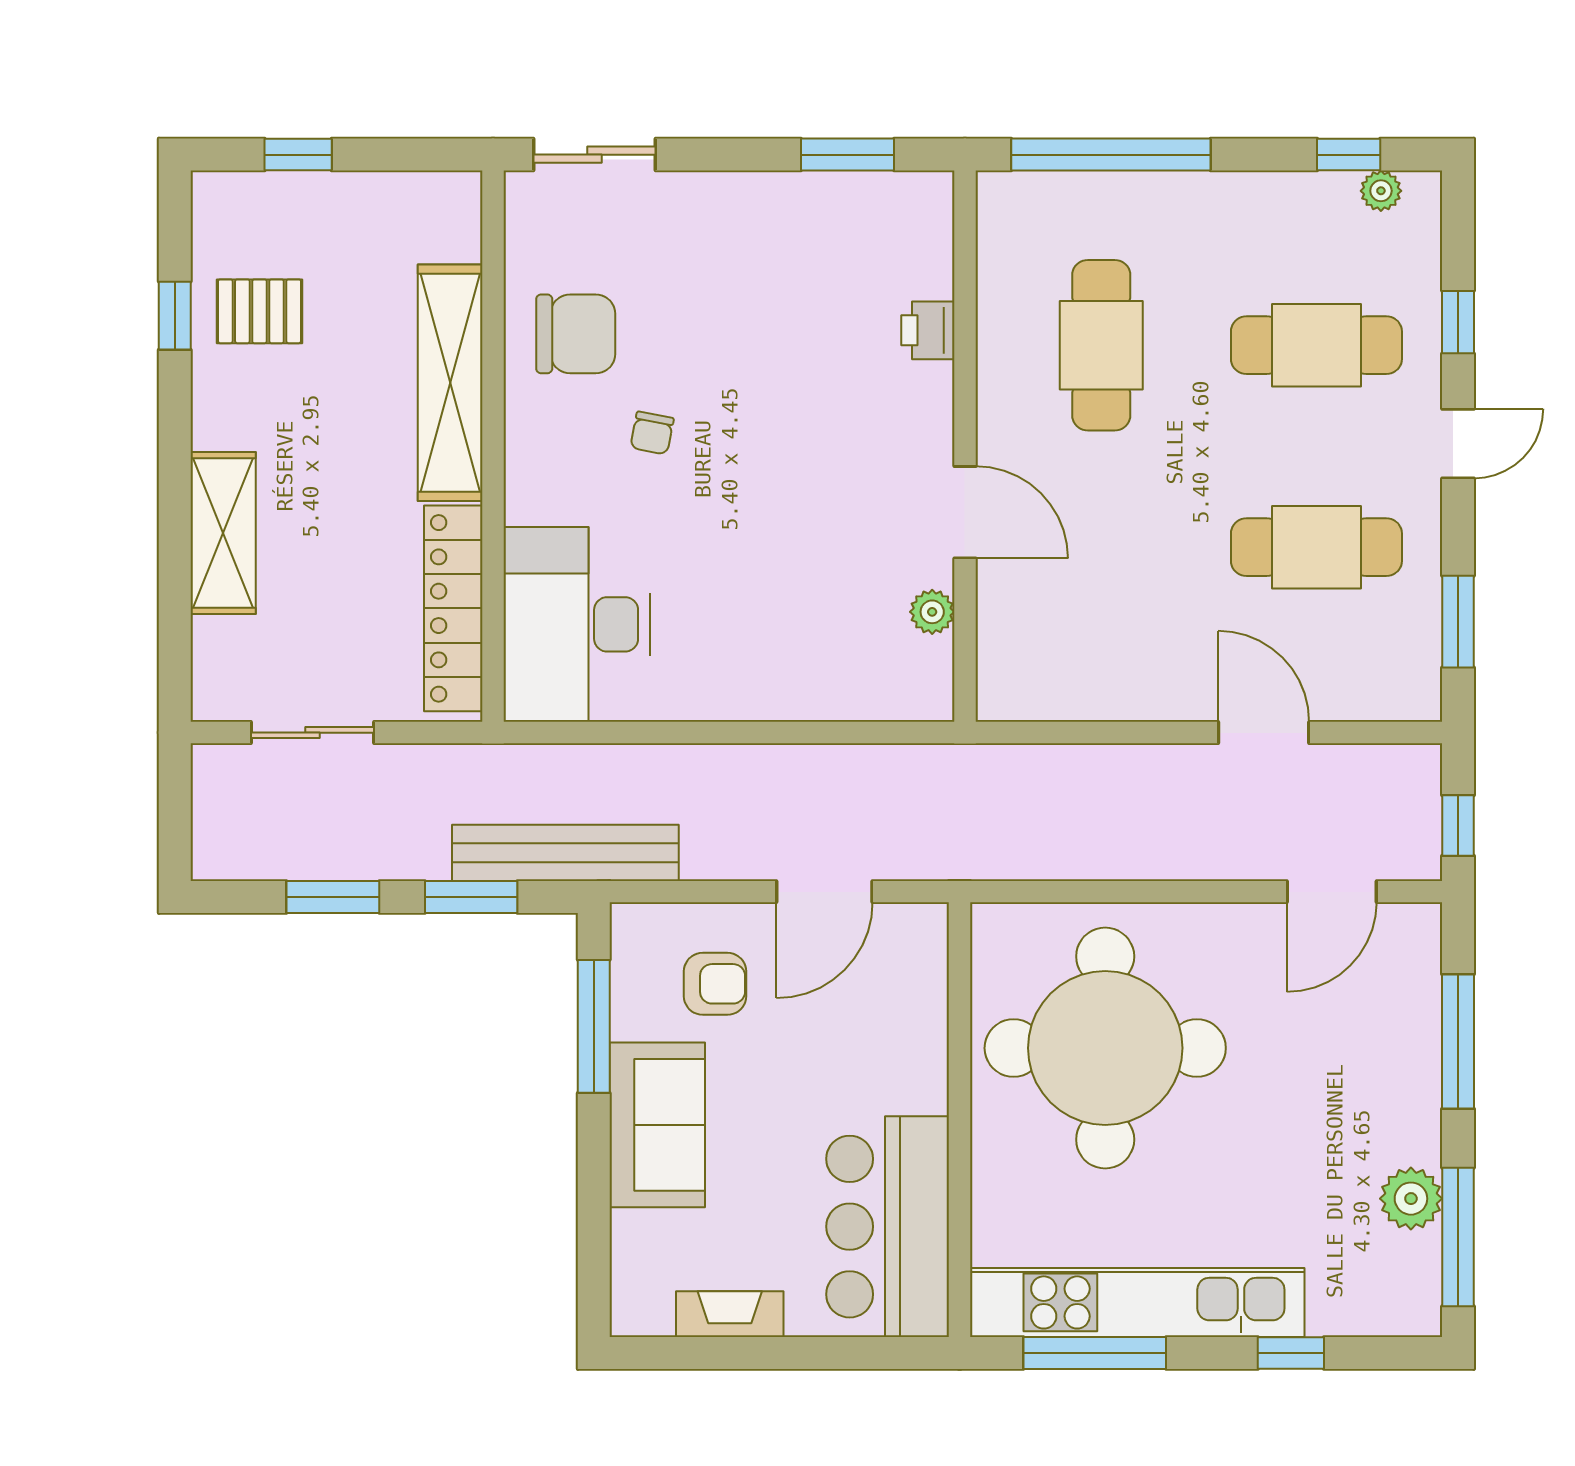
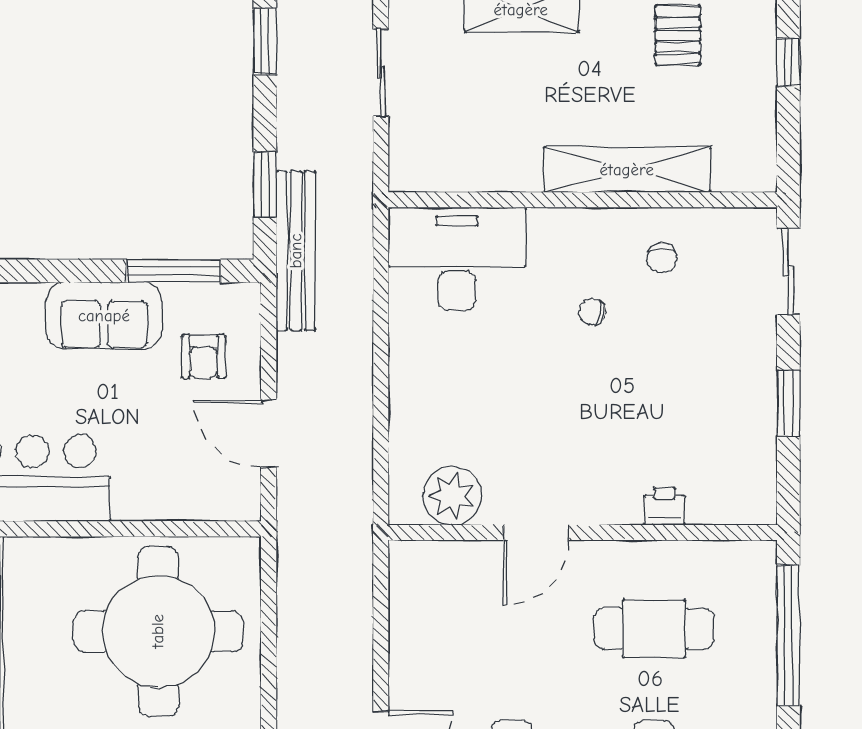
window: (848, 155) -> (788, 403), moved
chair: (576, 334) -> (662, 258), width x0.54, depth x0.54
locker: (453, 608) -> (468, 172), removed
plant: (932, 612) -> (452, 496), width x1.88, depth x1.88
window: (333, 897) -> (265, 41), moved

